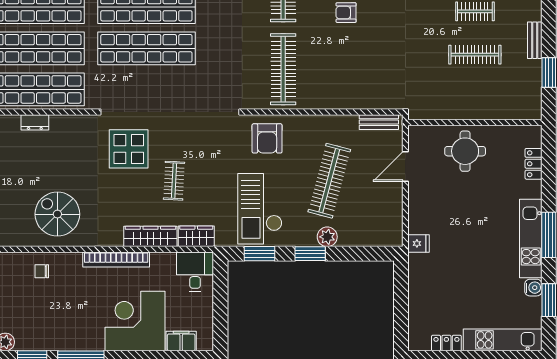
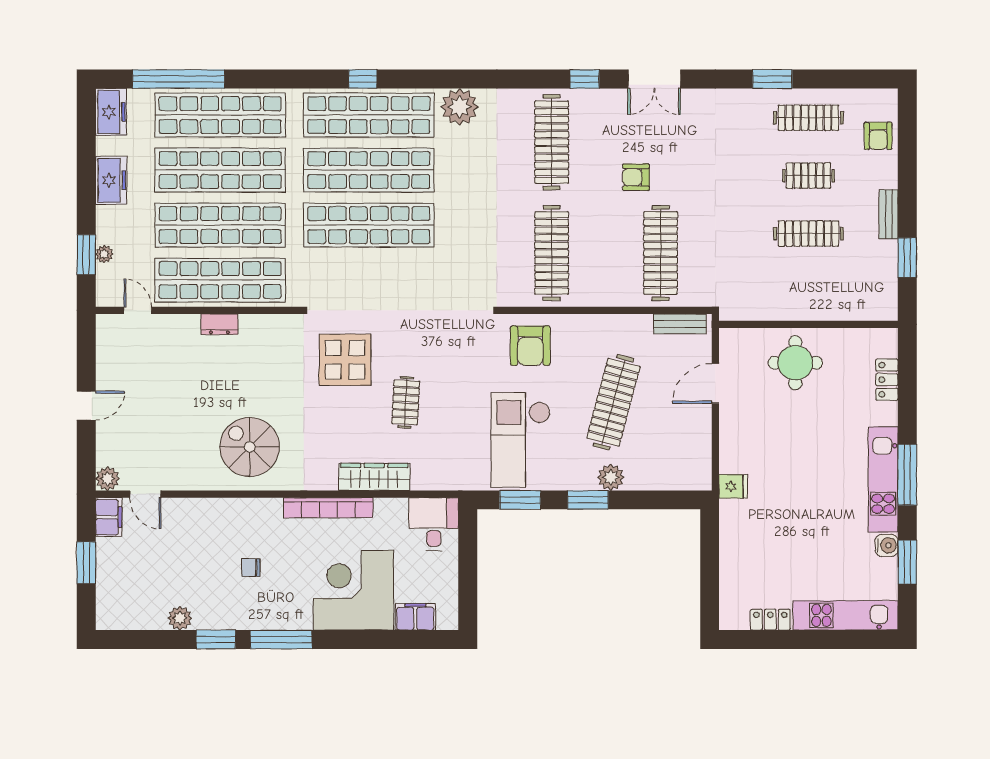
clothes rail: (364, 69) -> (661, 253), added
wardrobe: (196, 236) -> (435, 477), removed
chair: (42, 271) -> (251, 568), moved

